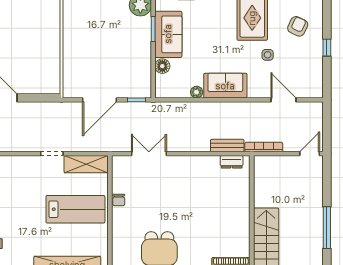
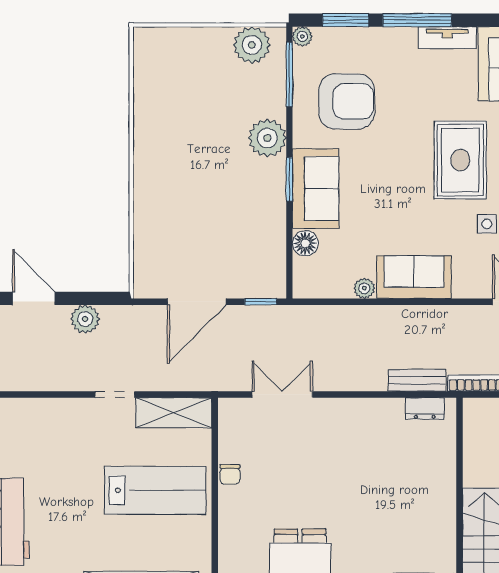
plant: (35, 110) -> (85, 319), added

